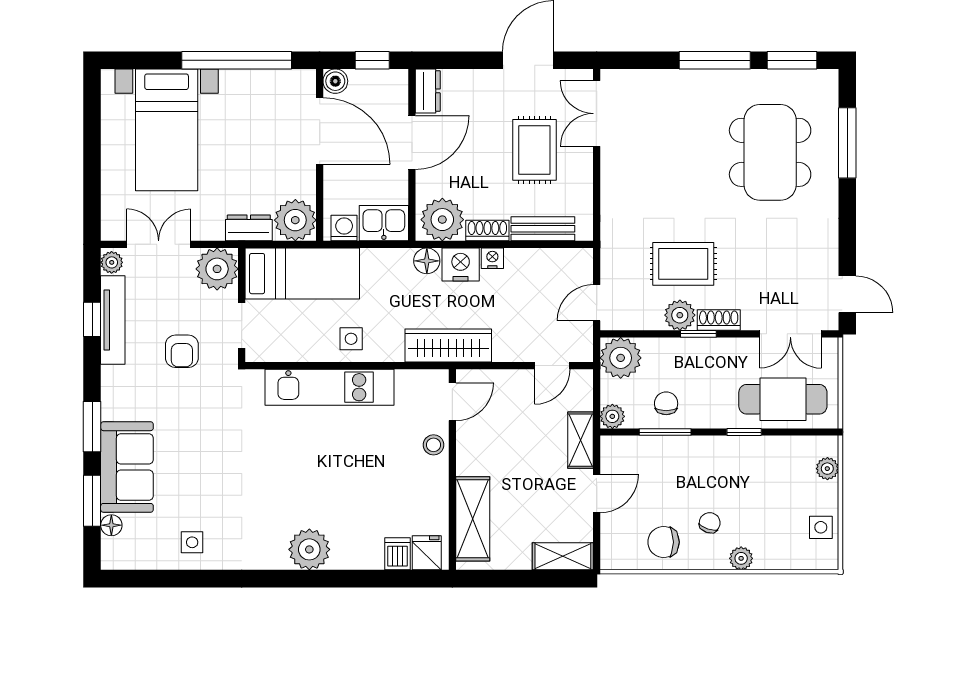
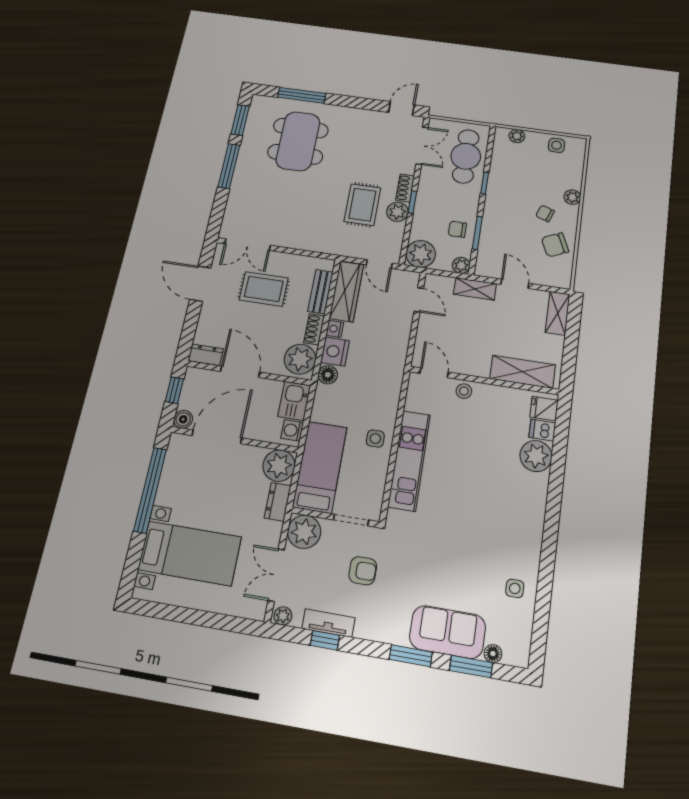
dining table: (770, 152) -> (298, 141), turned 90
tv unit: (113, 320) -> (328, 623), width x0.71
wardrobe: (448, 345) -> (346, 291), moved, turned 180
chair: (664, 542) -> (555, 245), turned 66
plant: (309, 549) -> (536, 456), moved

